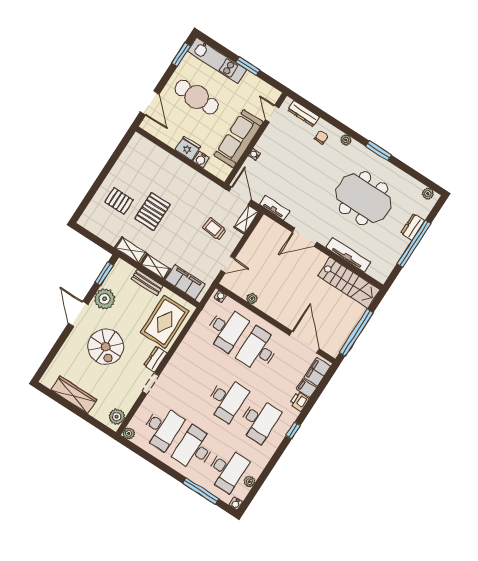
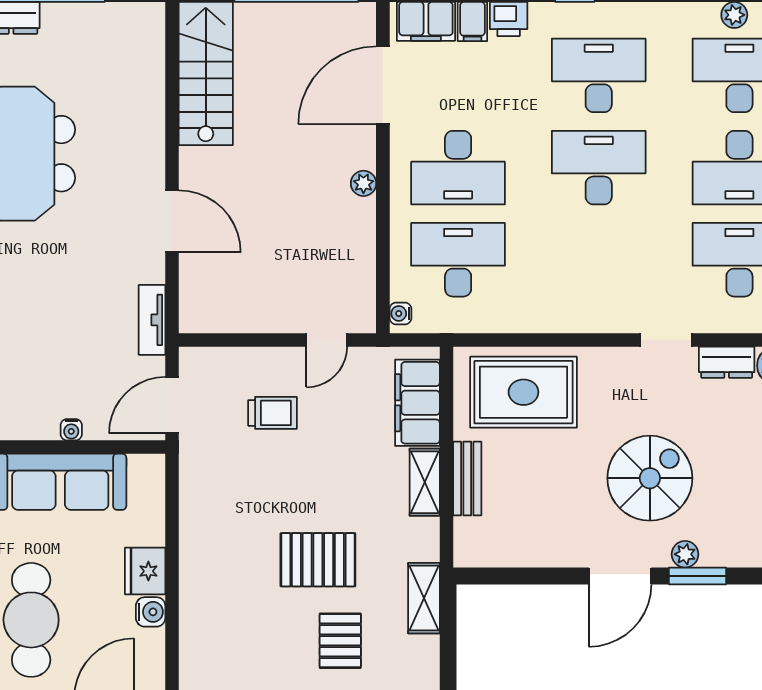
water cooler: (201, 159) -> (151, 612), moved
shelving: (246, 219) -> (211, 361), removed
trolley: (214, 229) -> (272, 413), turned -96
shelving: (131, 250) -> (424, 598), moved
tv unit: (348, 255) -> (151, 110), removed
door: (228, 265) -> (327, 340), swing flipped
window: (104, 274) -> (698, 576), moved
plant: (252, 298) -> (363, 183), moved
plant: (105, 299) -> (685, 554), moved, width x0.53, depth x0.53
dresser: (156, 359) -> (727, 362), moved

